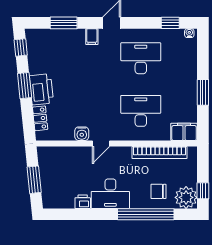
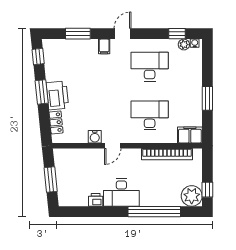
plant: (178, 35) -> (184, 45), added
chair: (158, 191) -> (166, 190), removed

